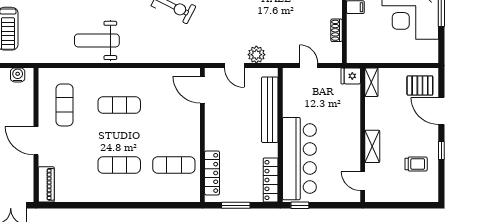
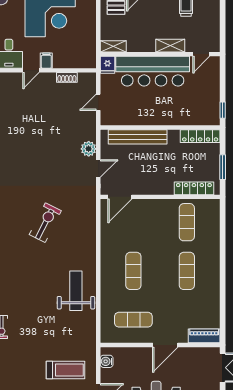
weight bench: (97, 40) -> (76, 291), turned 180
bar counter: (299, 159) -> (153, 71), moved, turned 180

